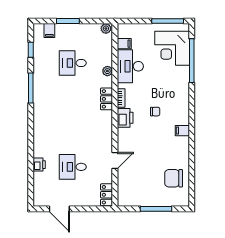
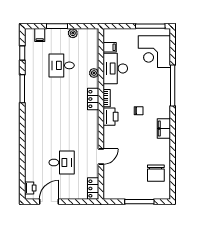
plant: (106, 29) -> (73, 33), moved
window: (192, 61) -> (173, 85), moved
filing cabinet: (182, 131) -> (164, 129), width x2.00
printer: (39, 165) -> (30, 188), moved
desk: (73, 167) -> (62, 163), turned 180
chair: (174, 178) -> (156, 173), turned -90
door: (59, 209) -> (49, 202), swing flipped

